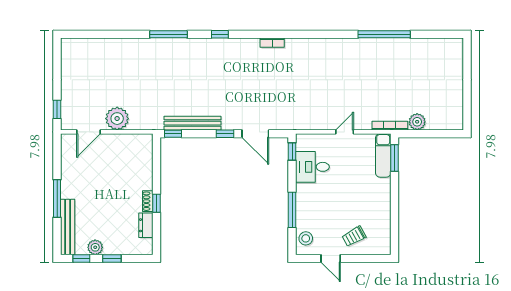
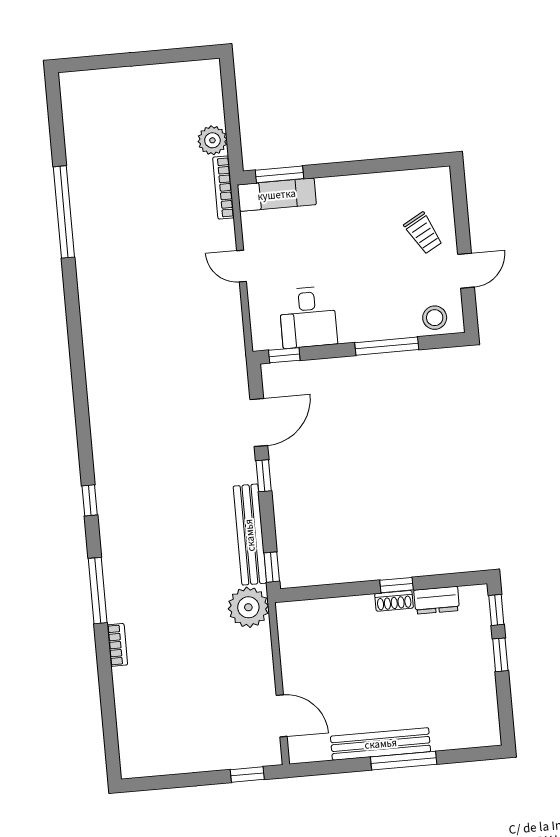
bookcase: (272, 43) -> (117, 645), moved
plant: (117, 119) -> (248, 607), moved
bench: (68, 227) -> (381, 744), moved
plant: (95, 247) -> (483, 686), removed
window: (81, 258) -> (496, 610), moved

